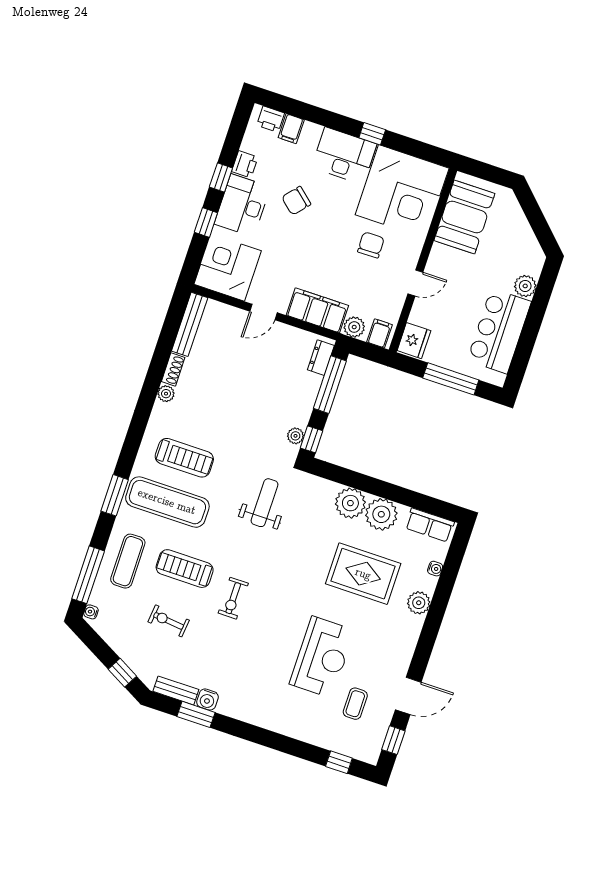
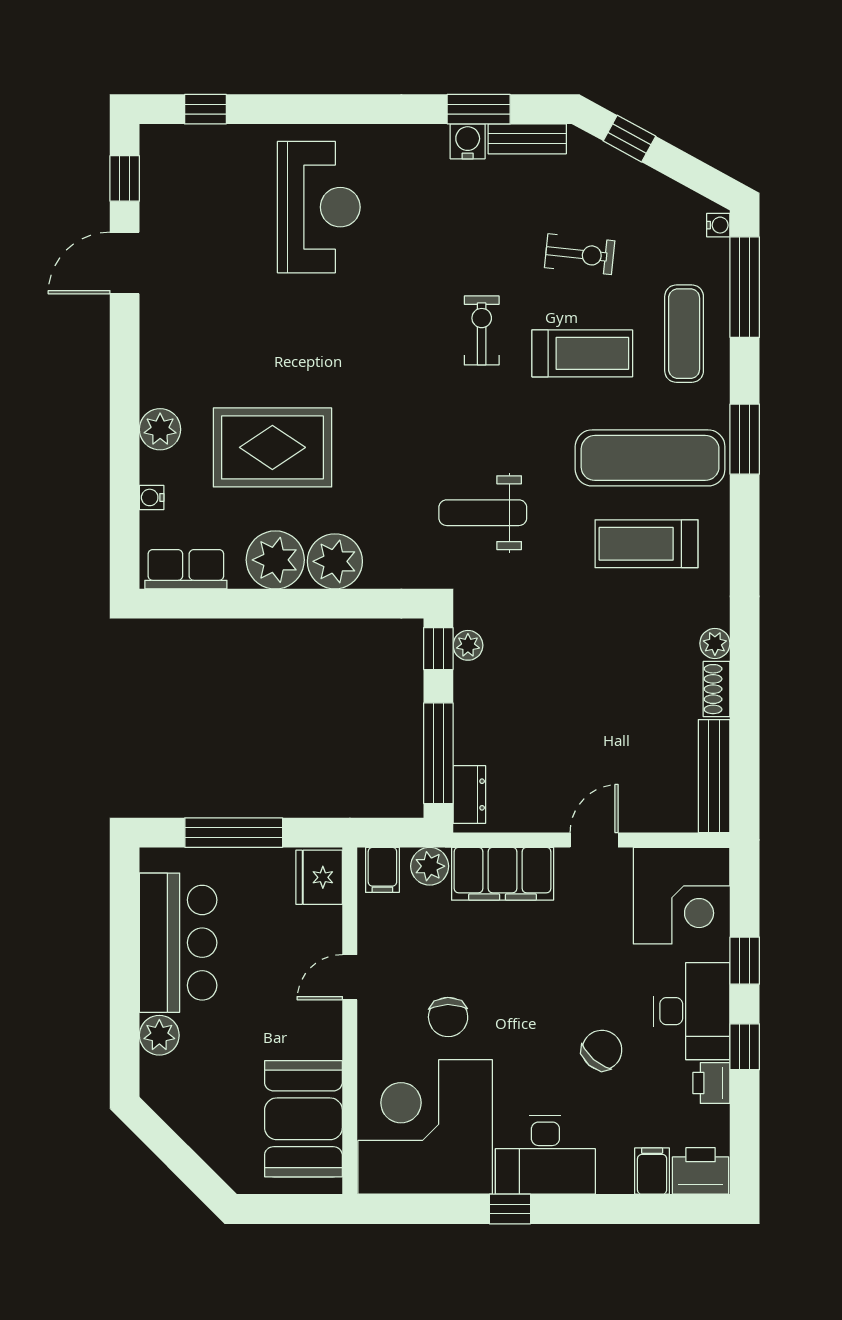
printer: (271, 119) -> (701, 1171), width x1.36, depth x1.24
weight bench: (265, 503) -> (483, 513), turned 90
reception desk: (322, 657) -> (319, 207), moved, turned 180
coffee table: (355, 704) -> (211, 219), removed

